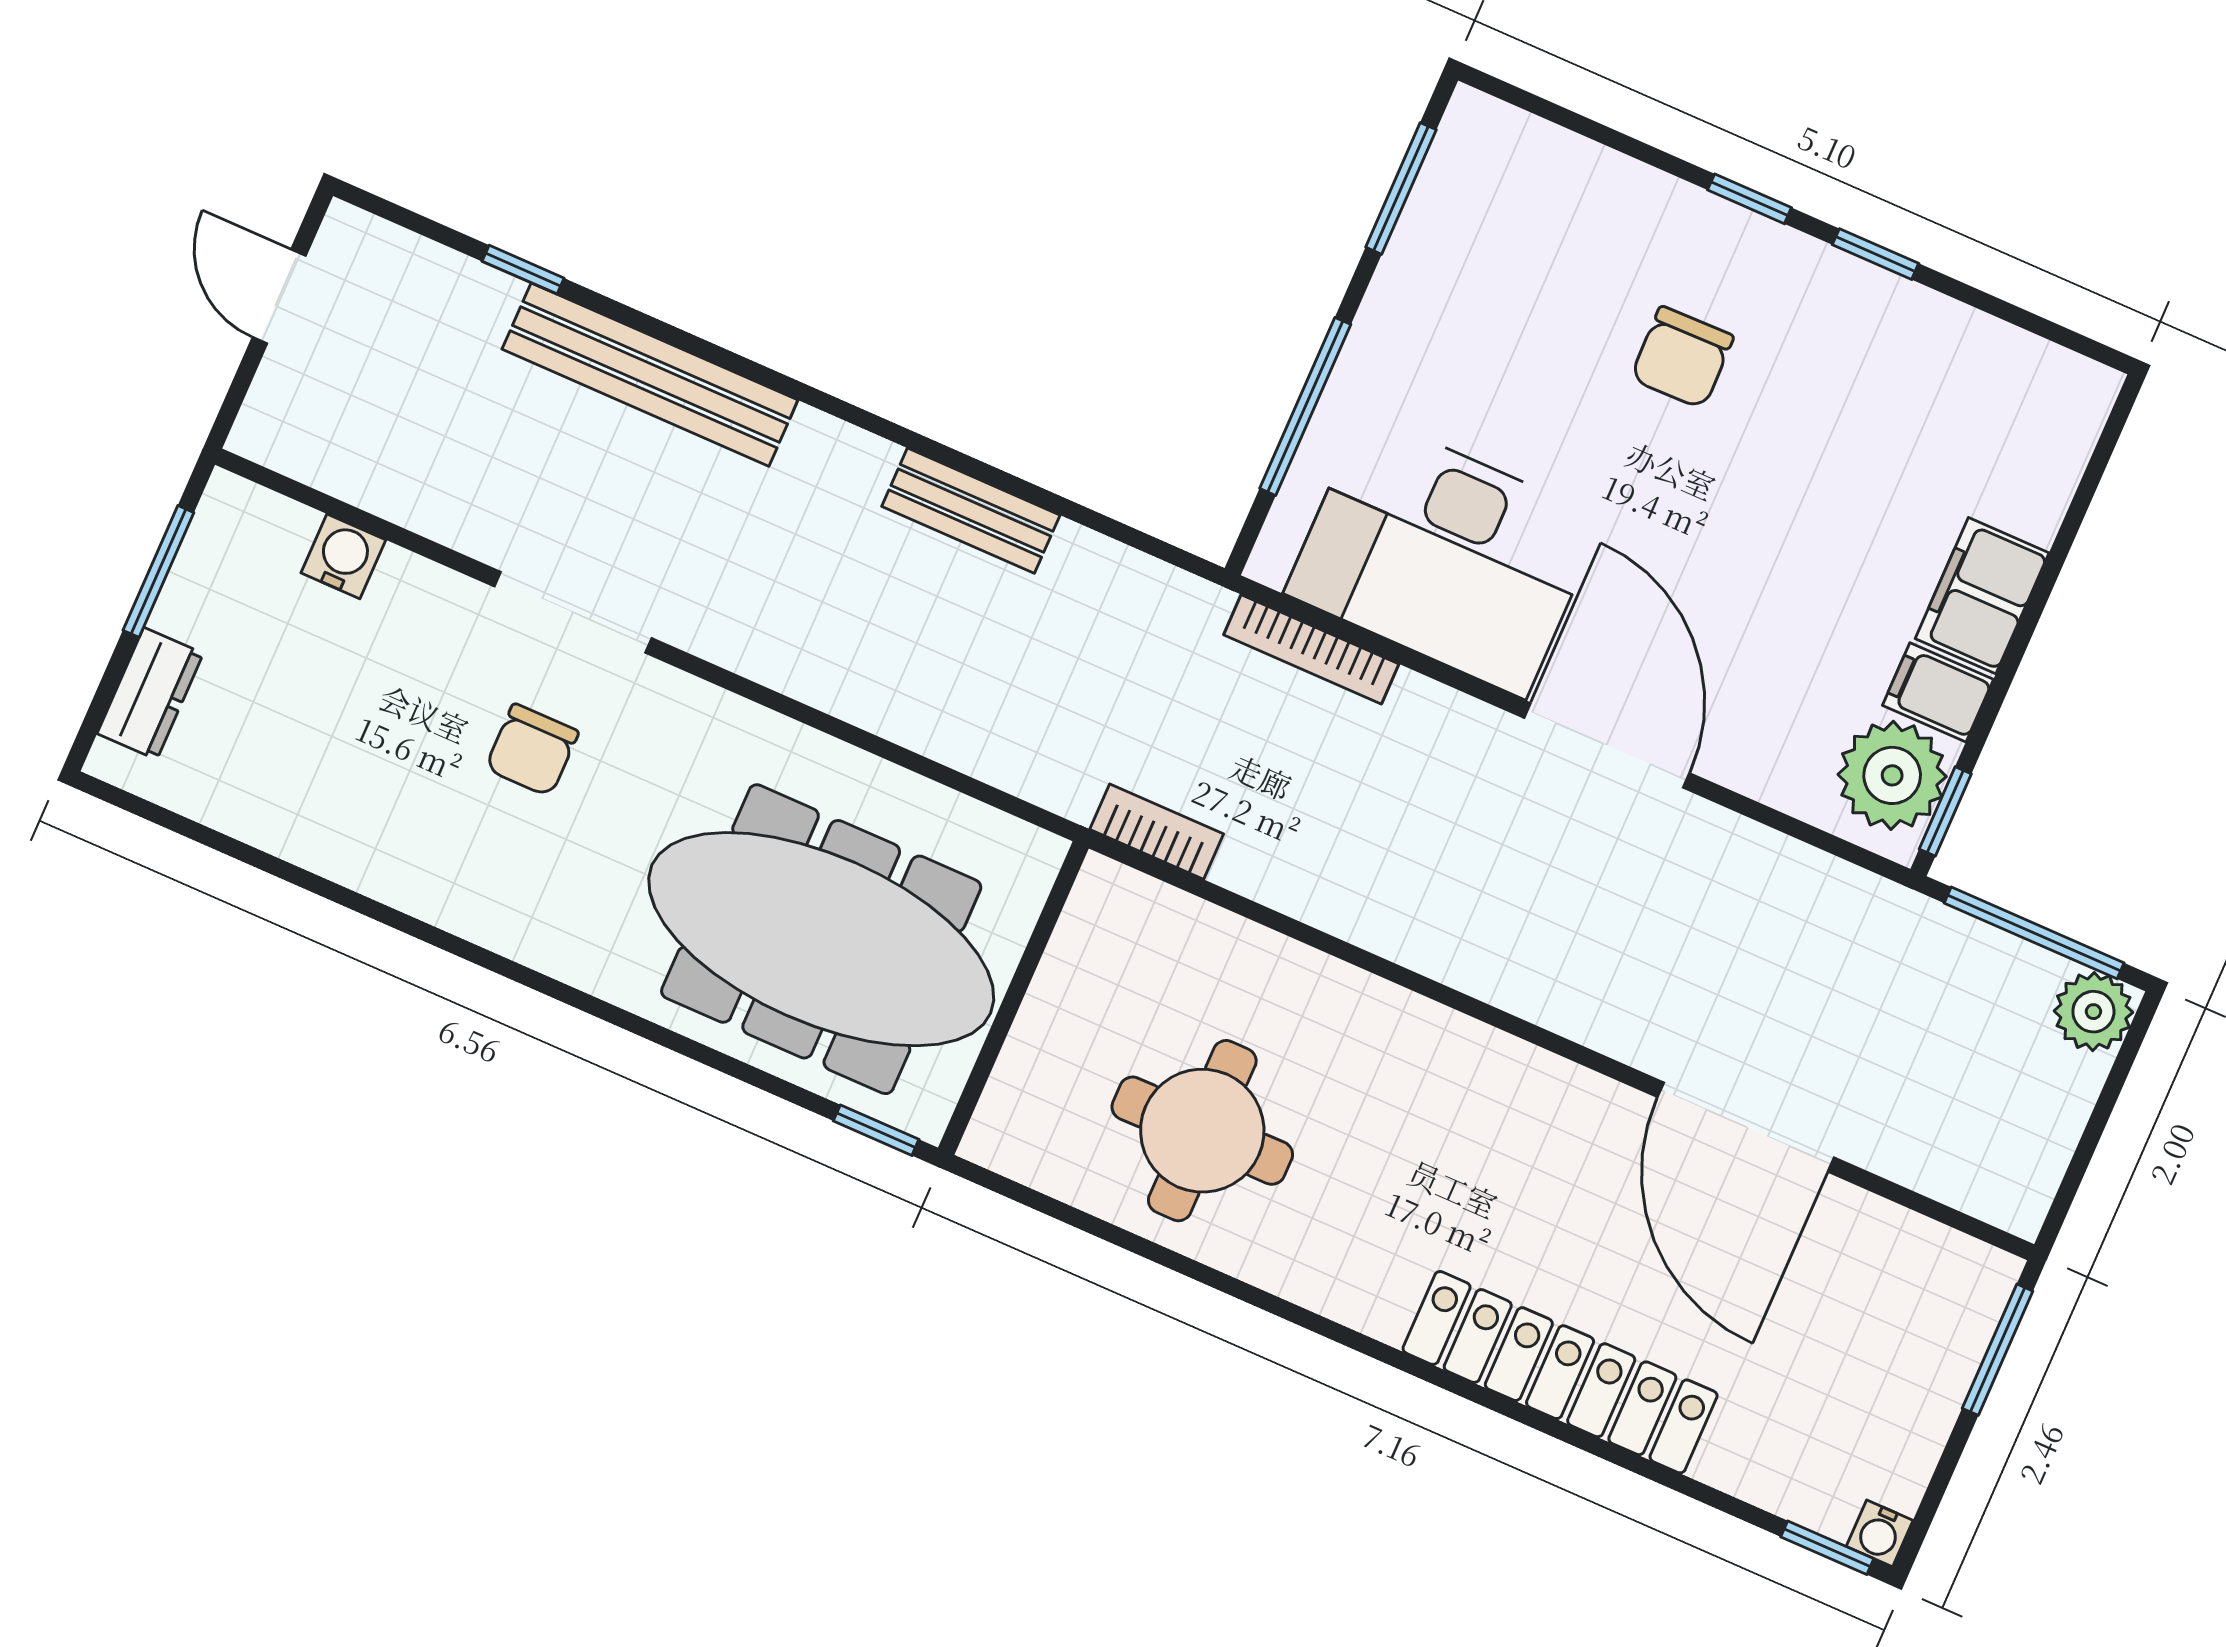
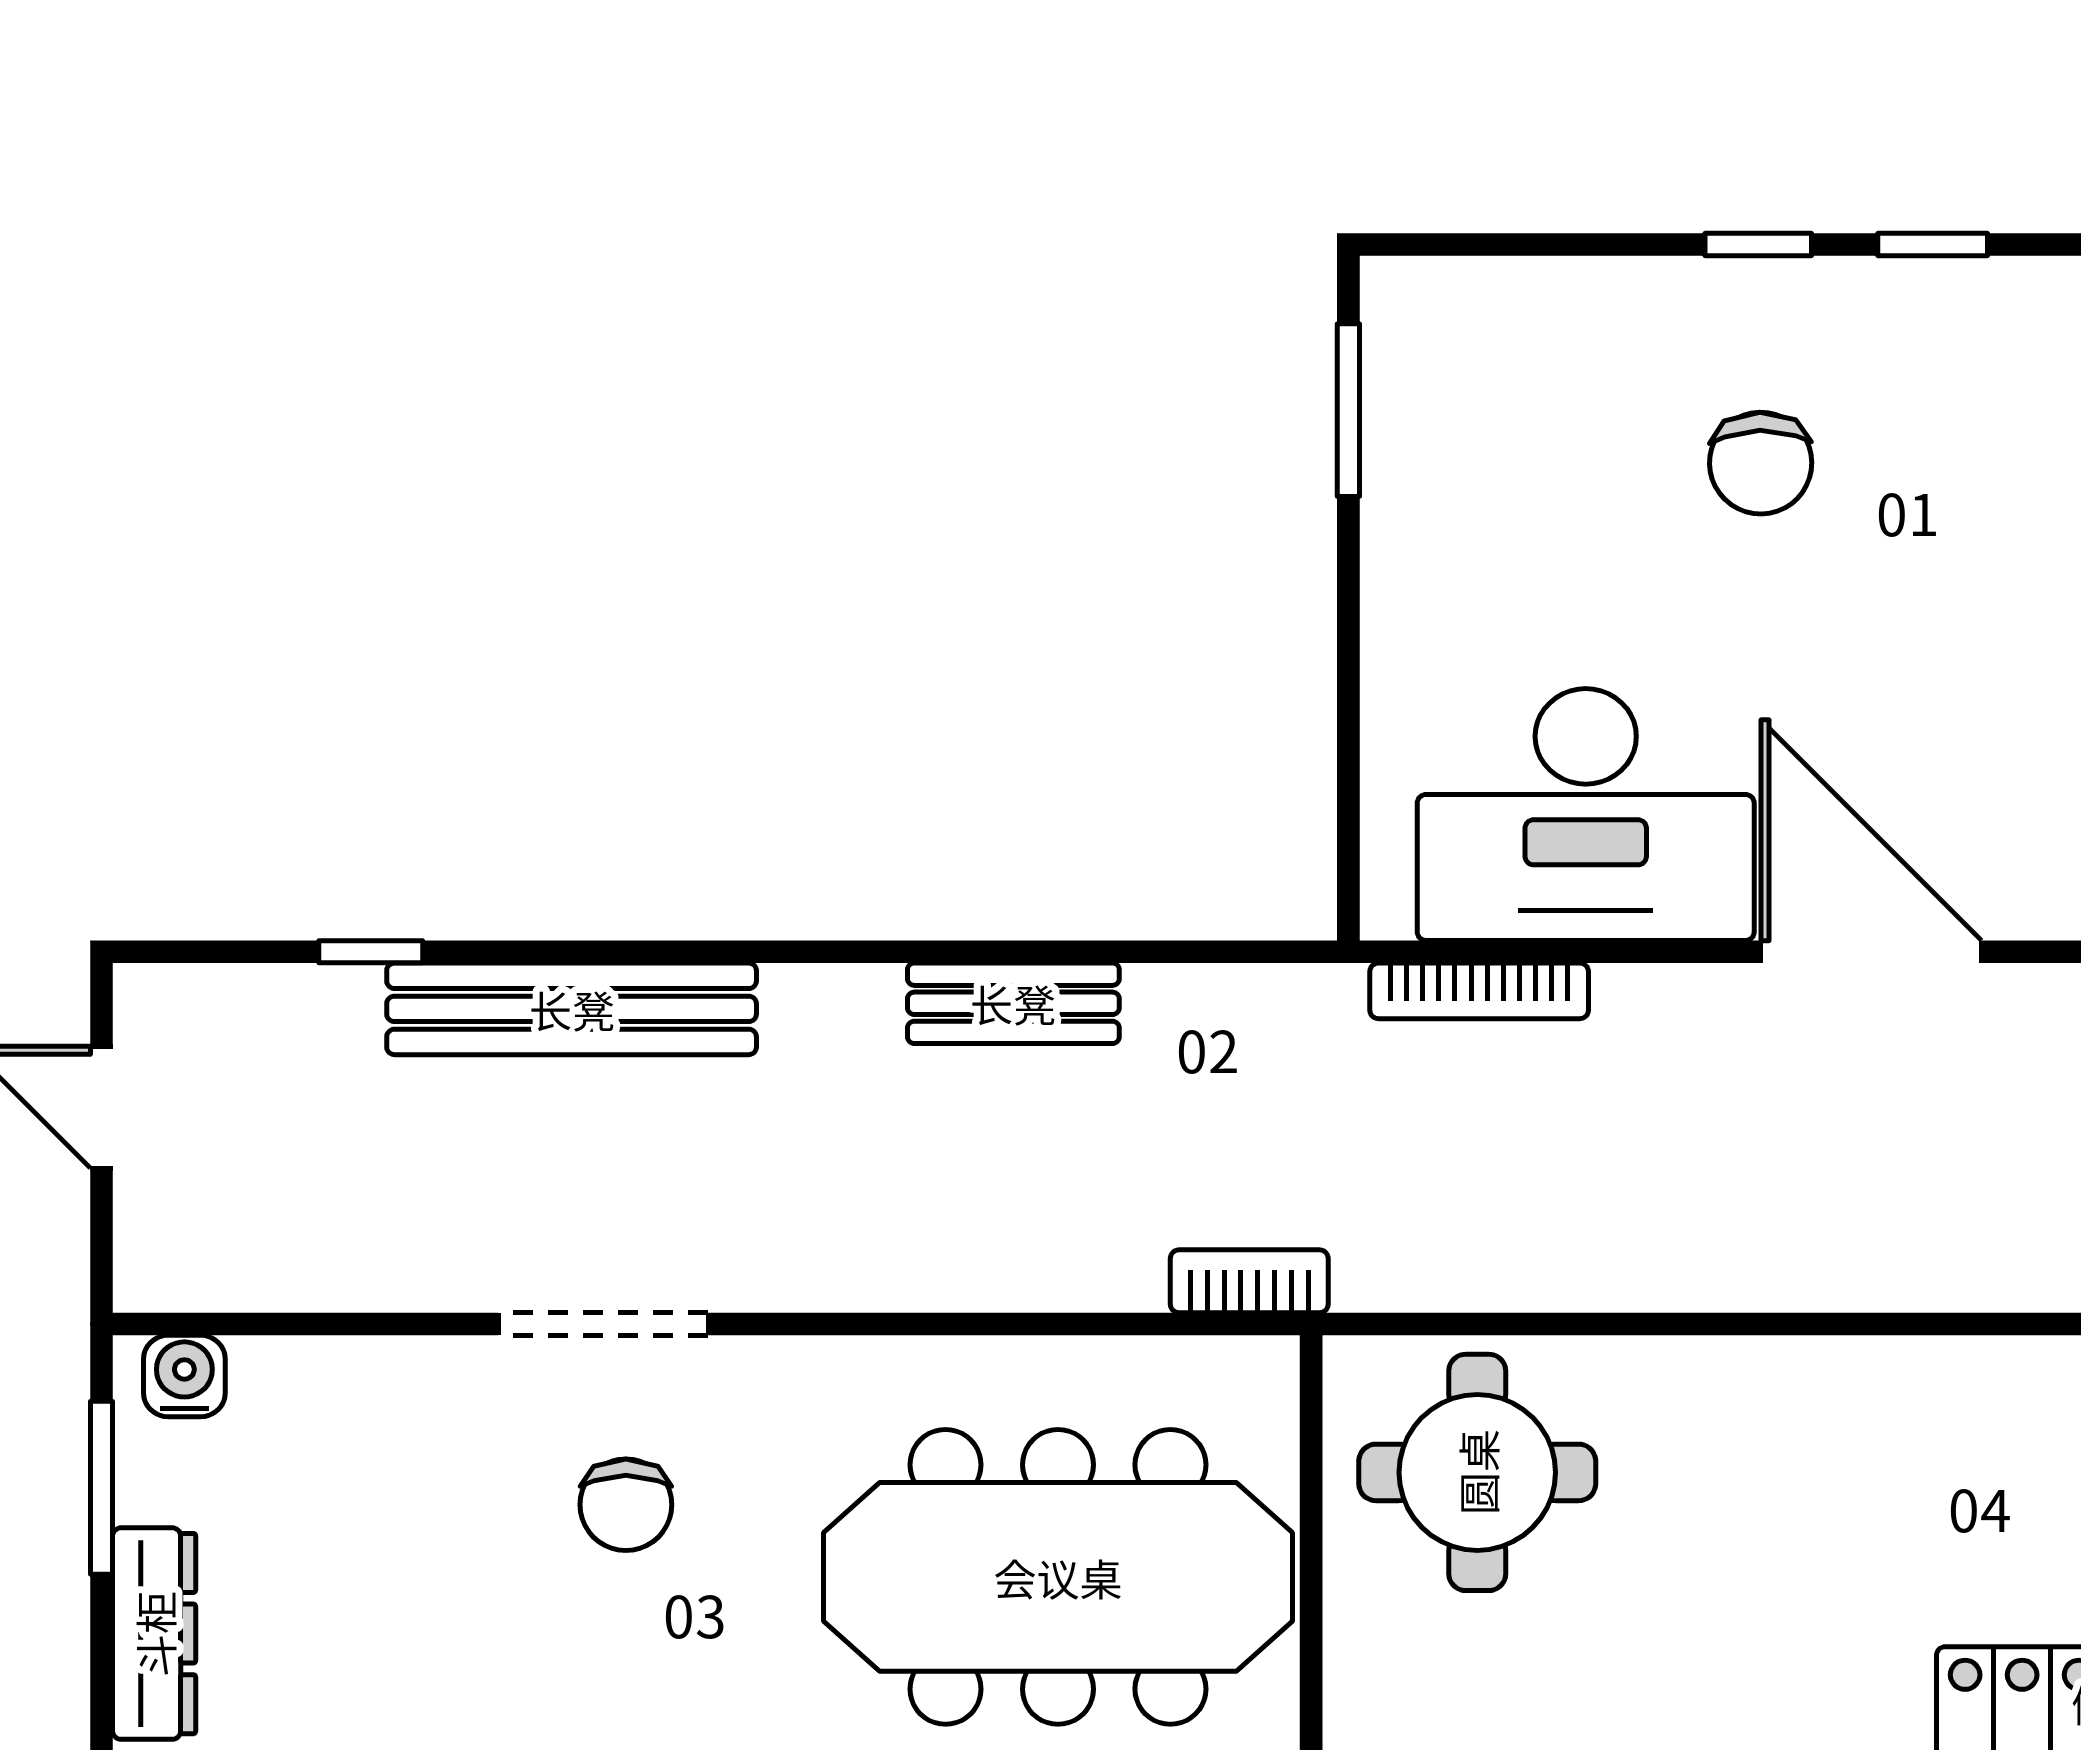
window: (1305, 406) -> (1348, 712), removed
water cooler: (343, 556) -> (184, 1376), moved
dresser: (150, 693) -> (154, 1634), width x1.44
bookcase: (1157, 832) -> (1249, 1281), moved
round table: (1202, 1131) -> (1477, 1472), moved

